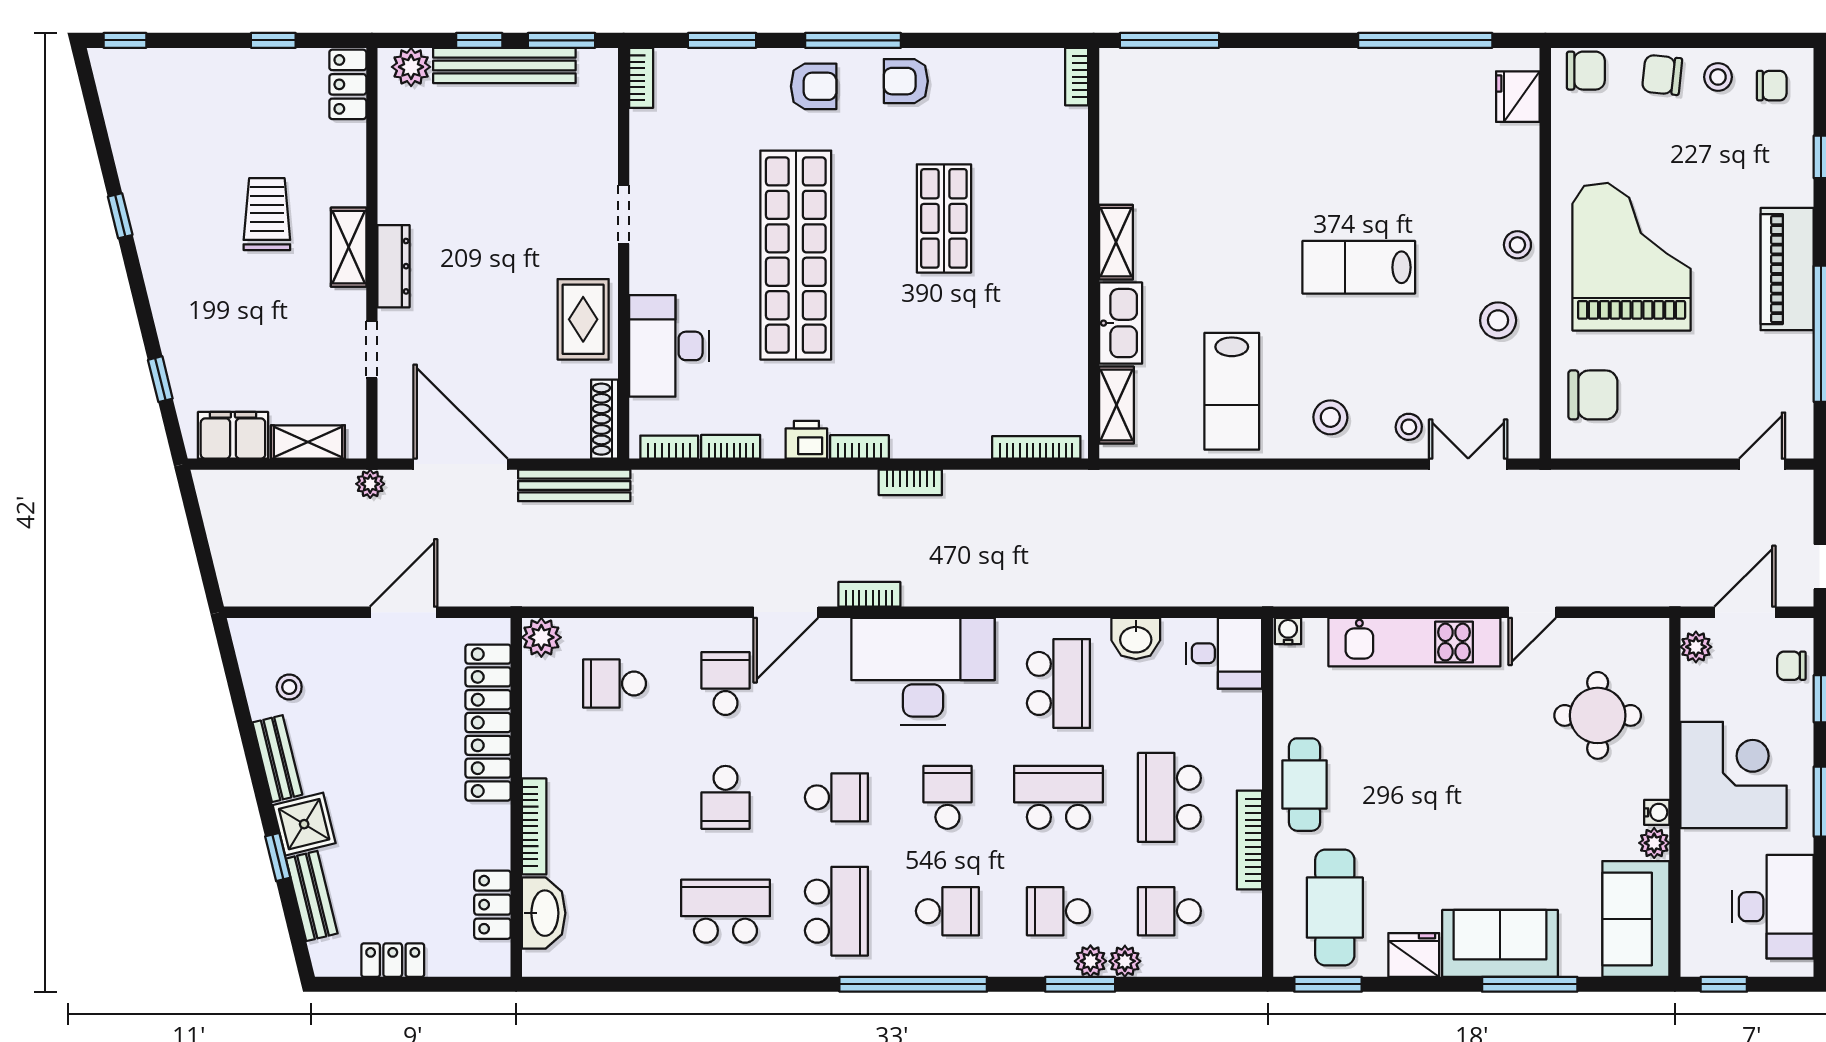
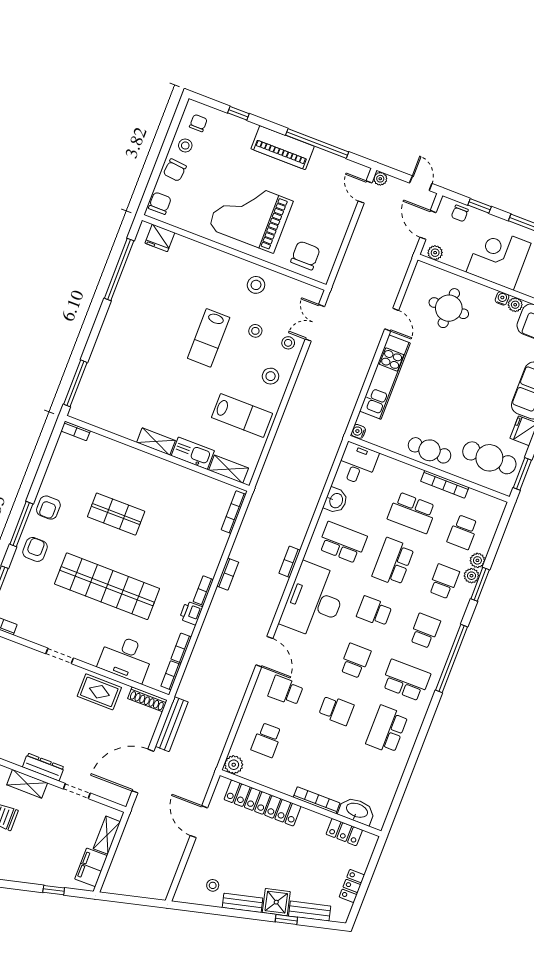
stool: (1517, 245) -> (255, 331), moved
plant: (370, 484) -> (380, 179), moved
bookcase: (869, 594) -> (290, 562), moved
school desk: (1058, 911) -> (444, 581), turned 180

